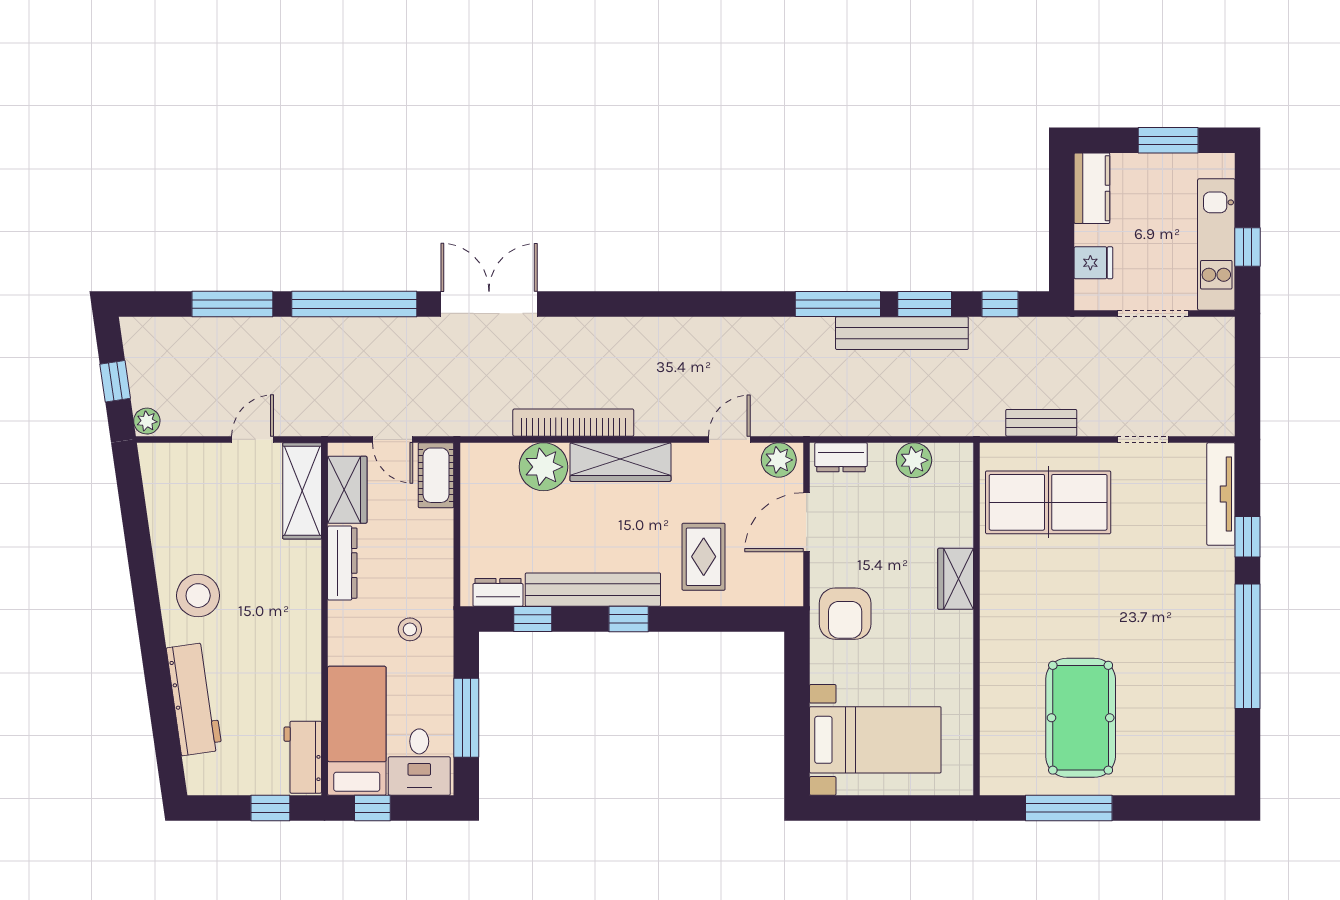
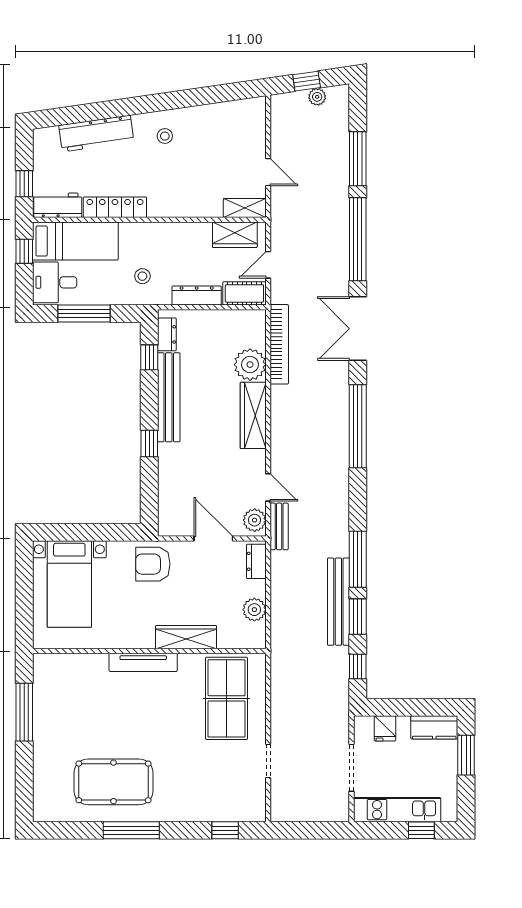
window: (1168, 140) -> (466, 755), moved
window: (1247, 247) -> (421, 830), moved
double door: (489, 304) -> (358, 329), swing flipped
window: (637, 304) -> (358, 426), added
plant: (147, 421) -> (317, 97), moved
bookcase: (573, 423) -> (279, 344), moved
bench: (1041, 423) -> (279, 526), moved
shelving: (302, 491) -> (245, 208), width x0.67, depth x0.75
tv unit: (1221, 494) -> (143, 662), moved, turned 180
window: (1247, 537) -> (225, 830), moved
rug: (704, 557) -> (190, 470), removed
dresser: (342, 563) -> (197, 296), moved, turned 180
wardrobe: (956, 579) -> (186, 637), width x1.50
stool: (198, 596) -> (165, 136), width x0.53, depth x0.53
window: (629, 619) -> (149, 443), moved
window: (1247, 646) -> (131, 830), width x0.68
locker: (306, 671) -> (115, 207), added
pool table: (1081, 718) -> (113, 782), moved

